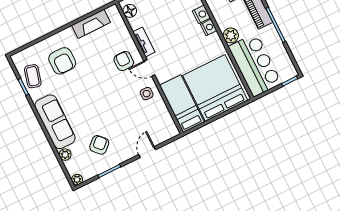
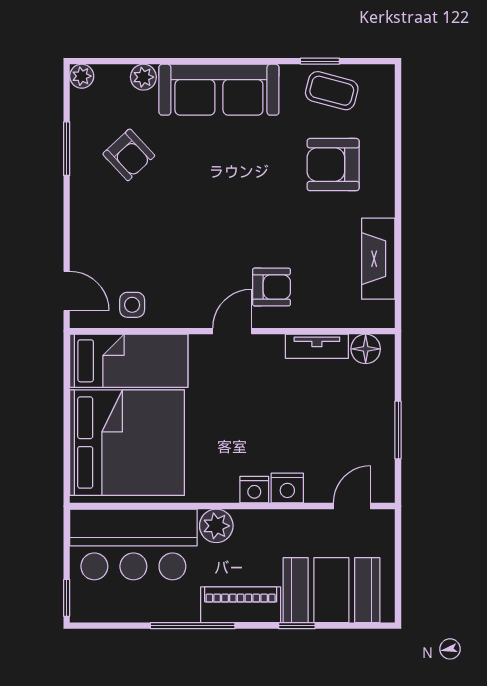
tv unit: (144, 42) -> (317, 346), moved
side table: (147, 94) -> (132, 305), moved
door: (147, 152) -> (67, 291), moved

